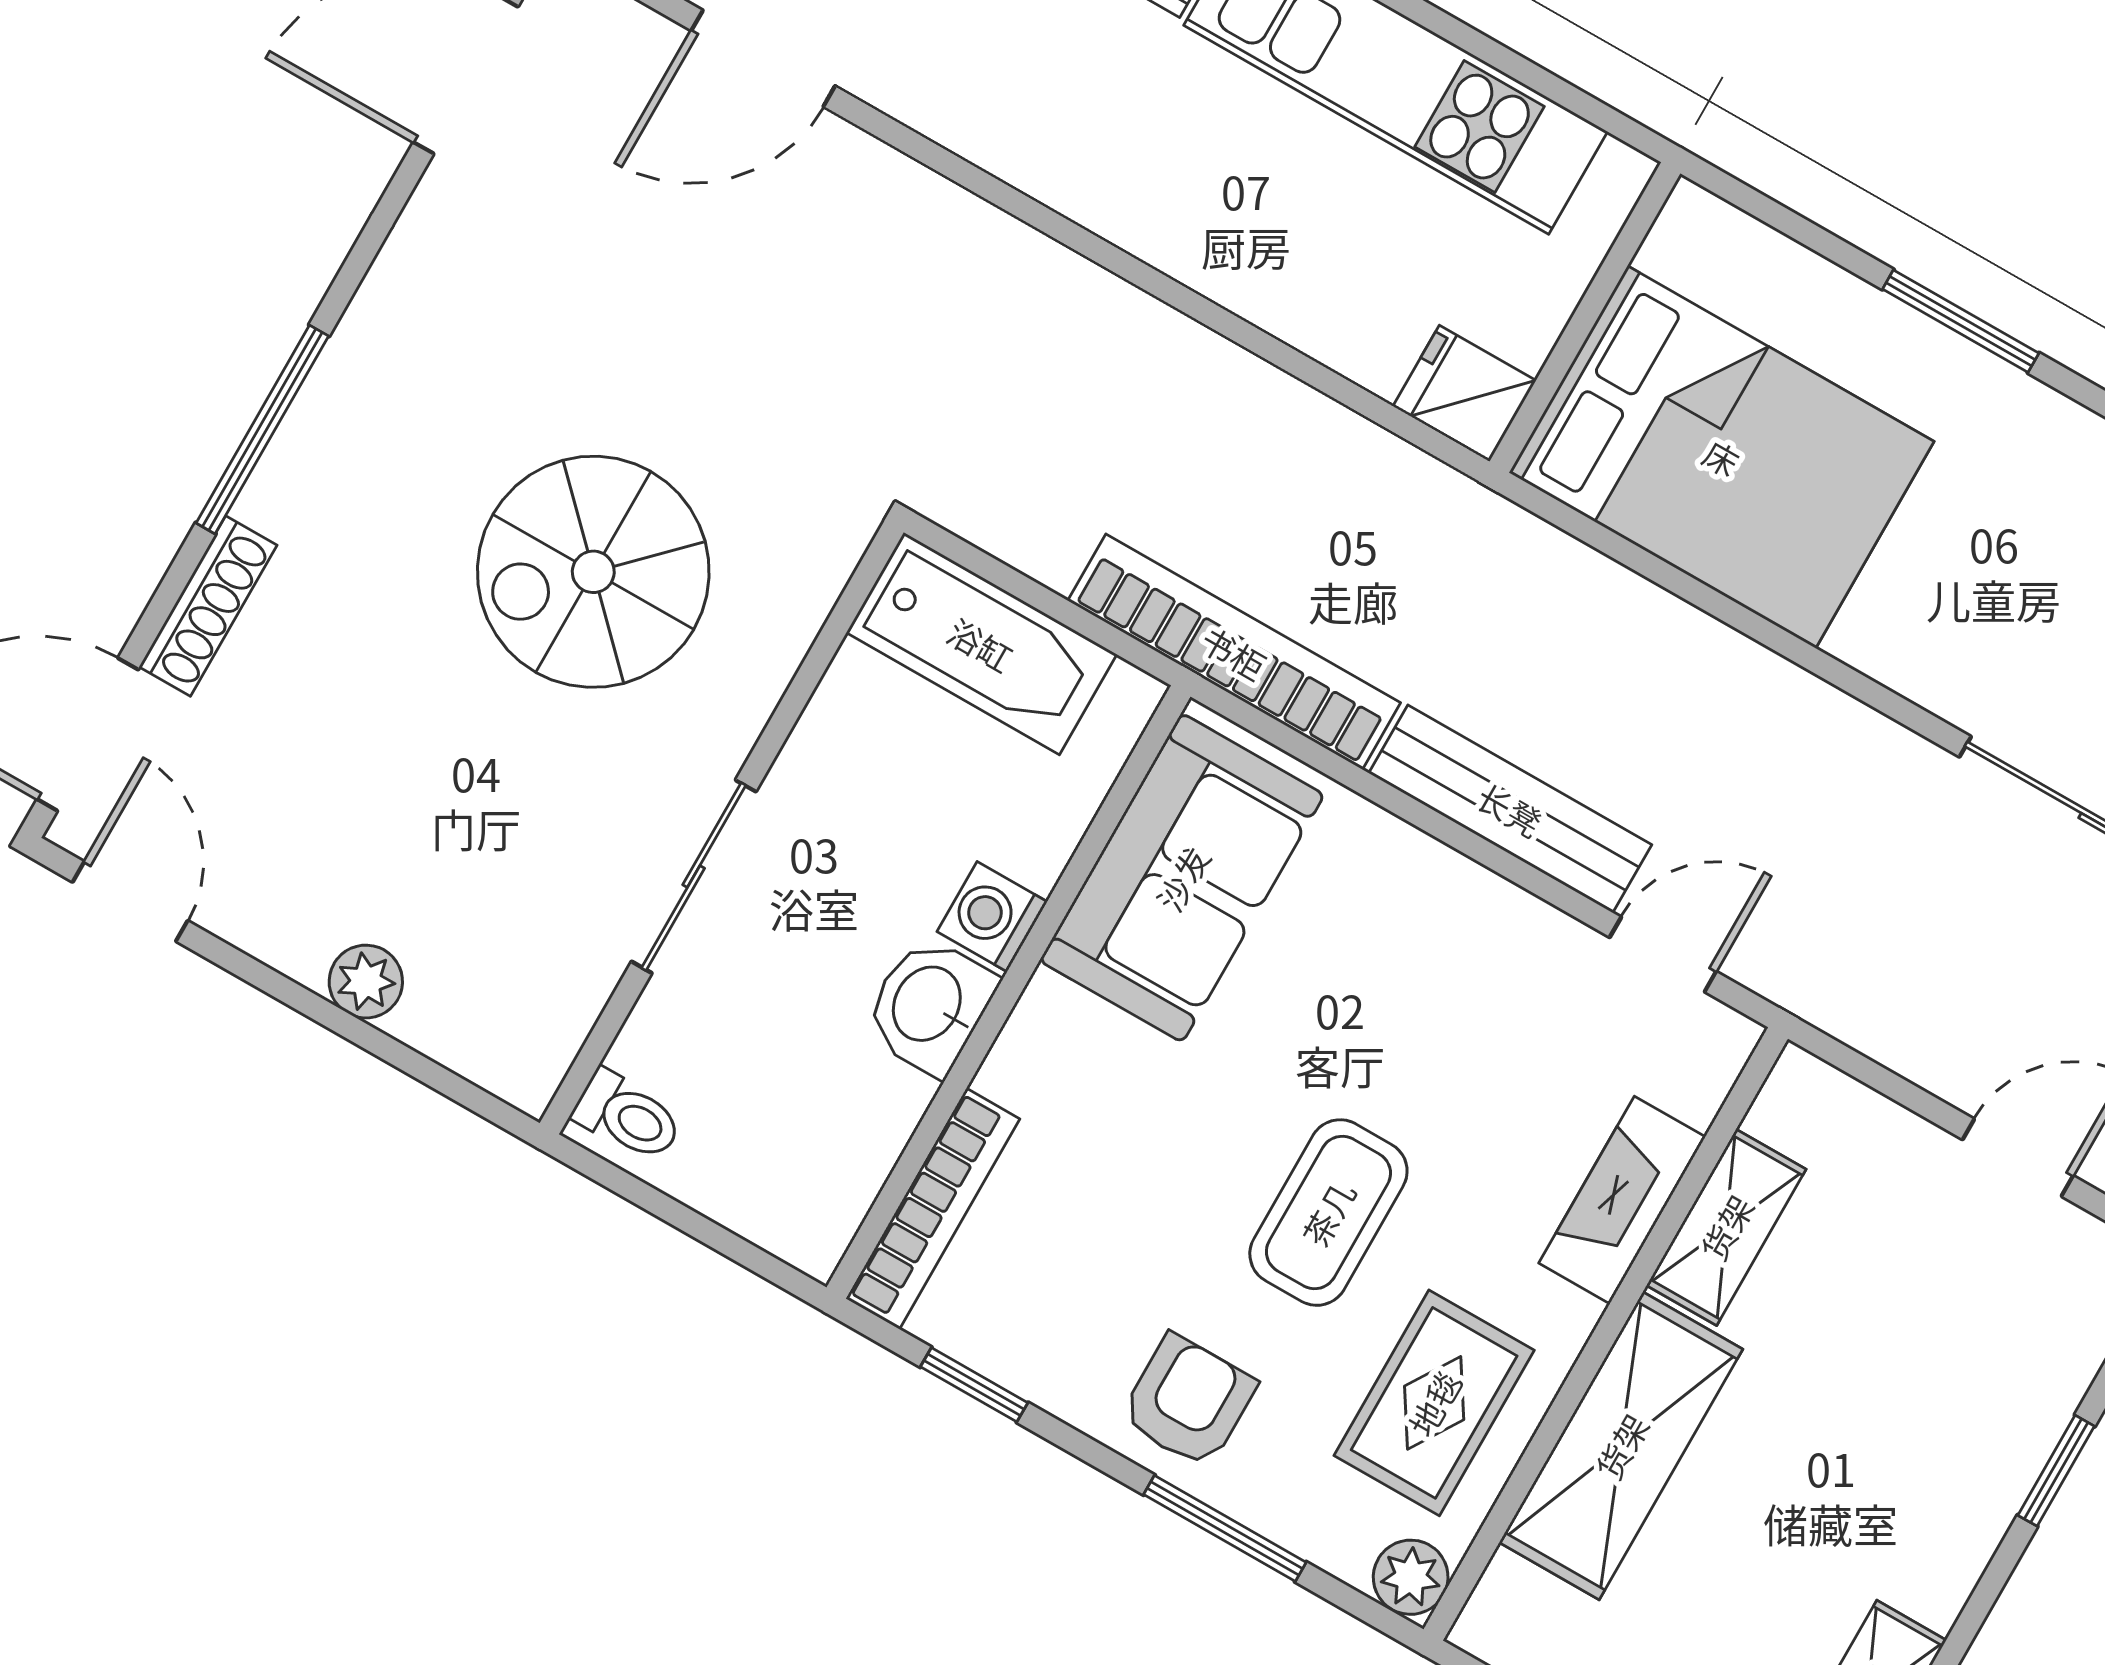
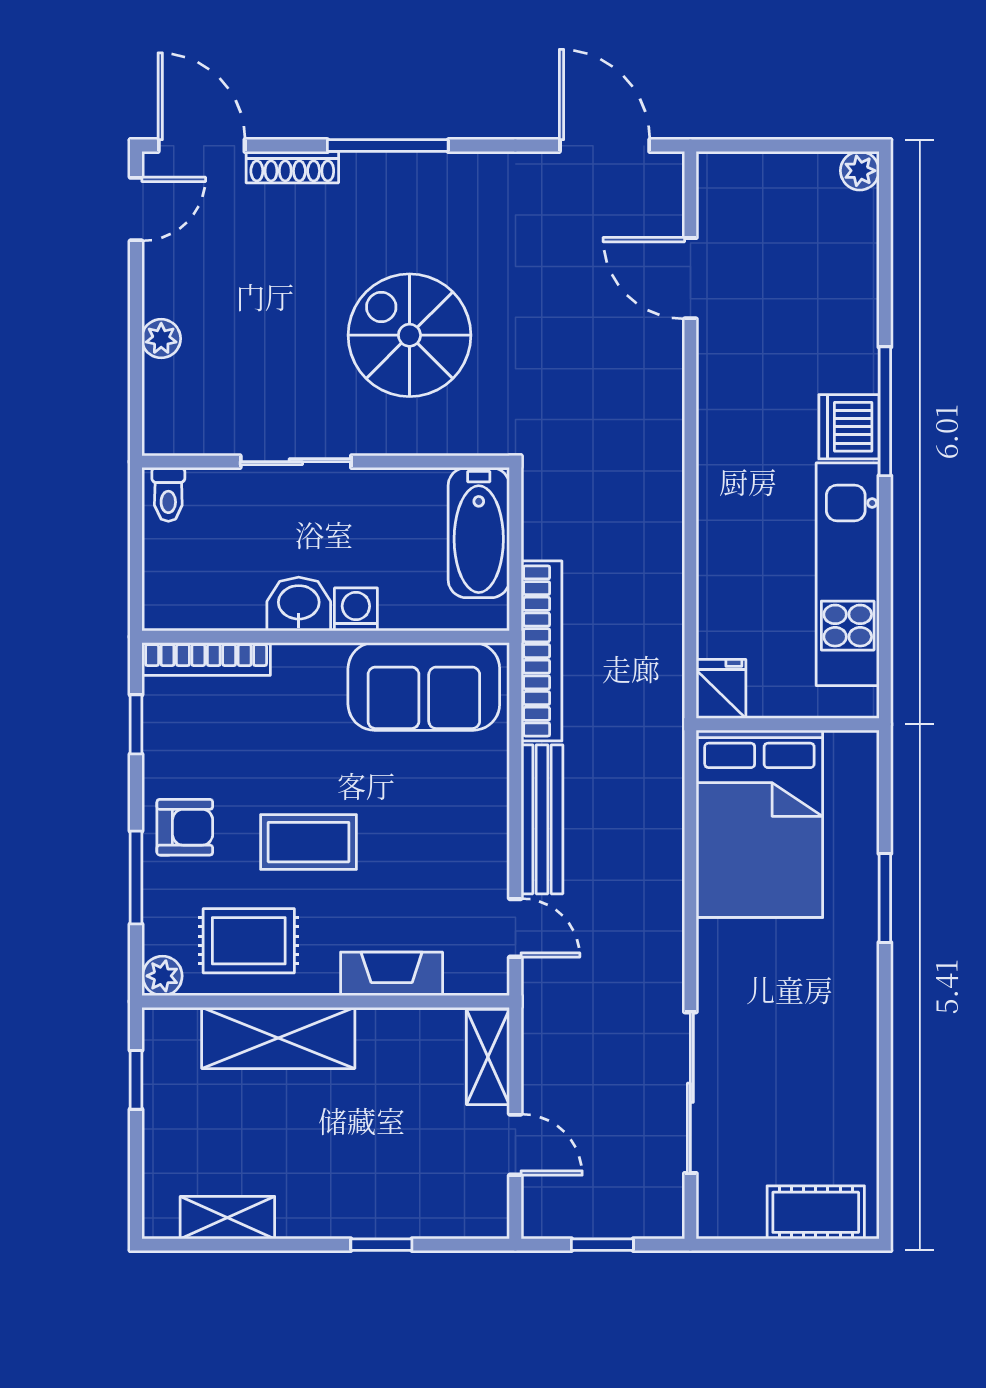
shelving: (1726, 1227) -> (488, 1057), moved, turned 90

